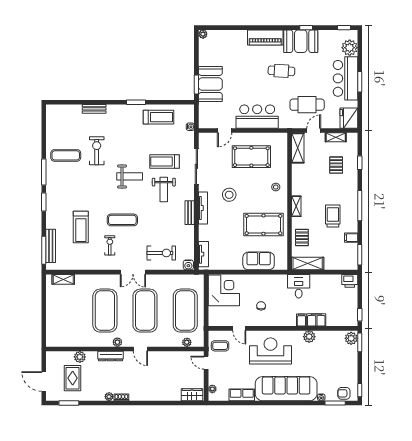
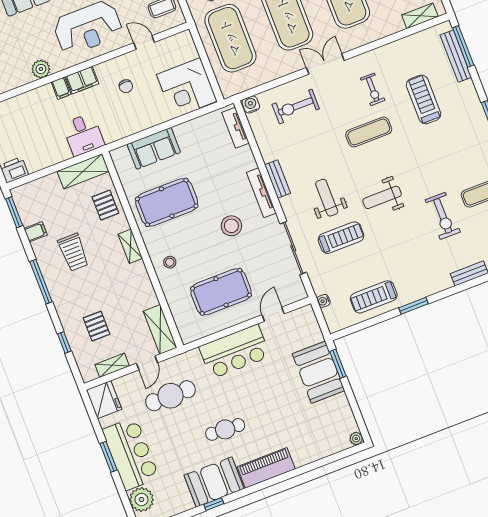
filing cabinet: (316, 320) -> (82, 80), moved

